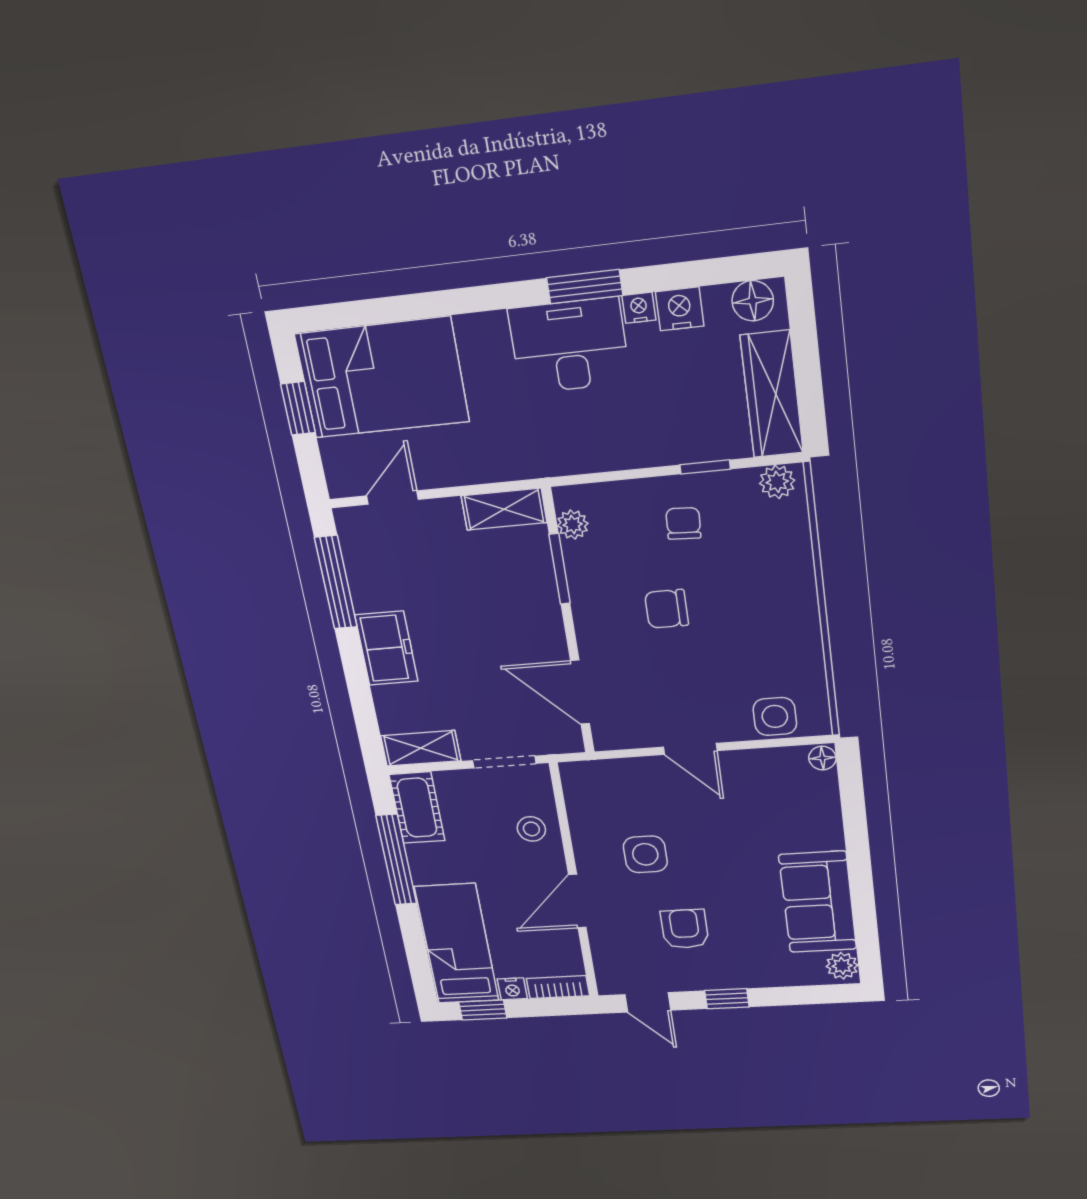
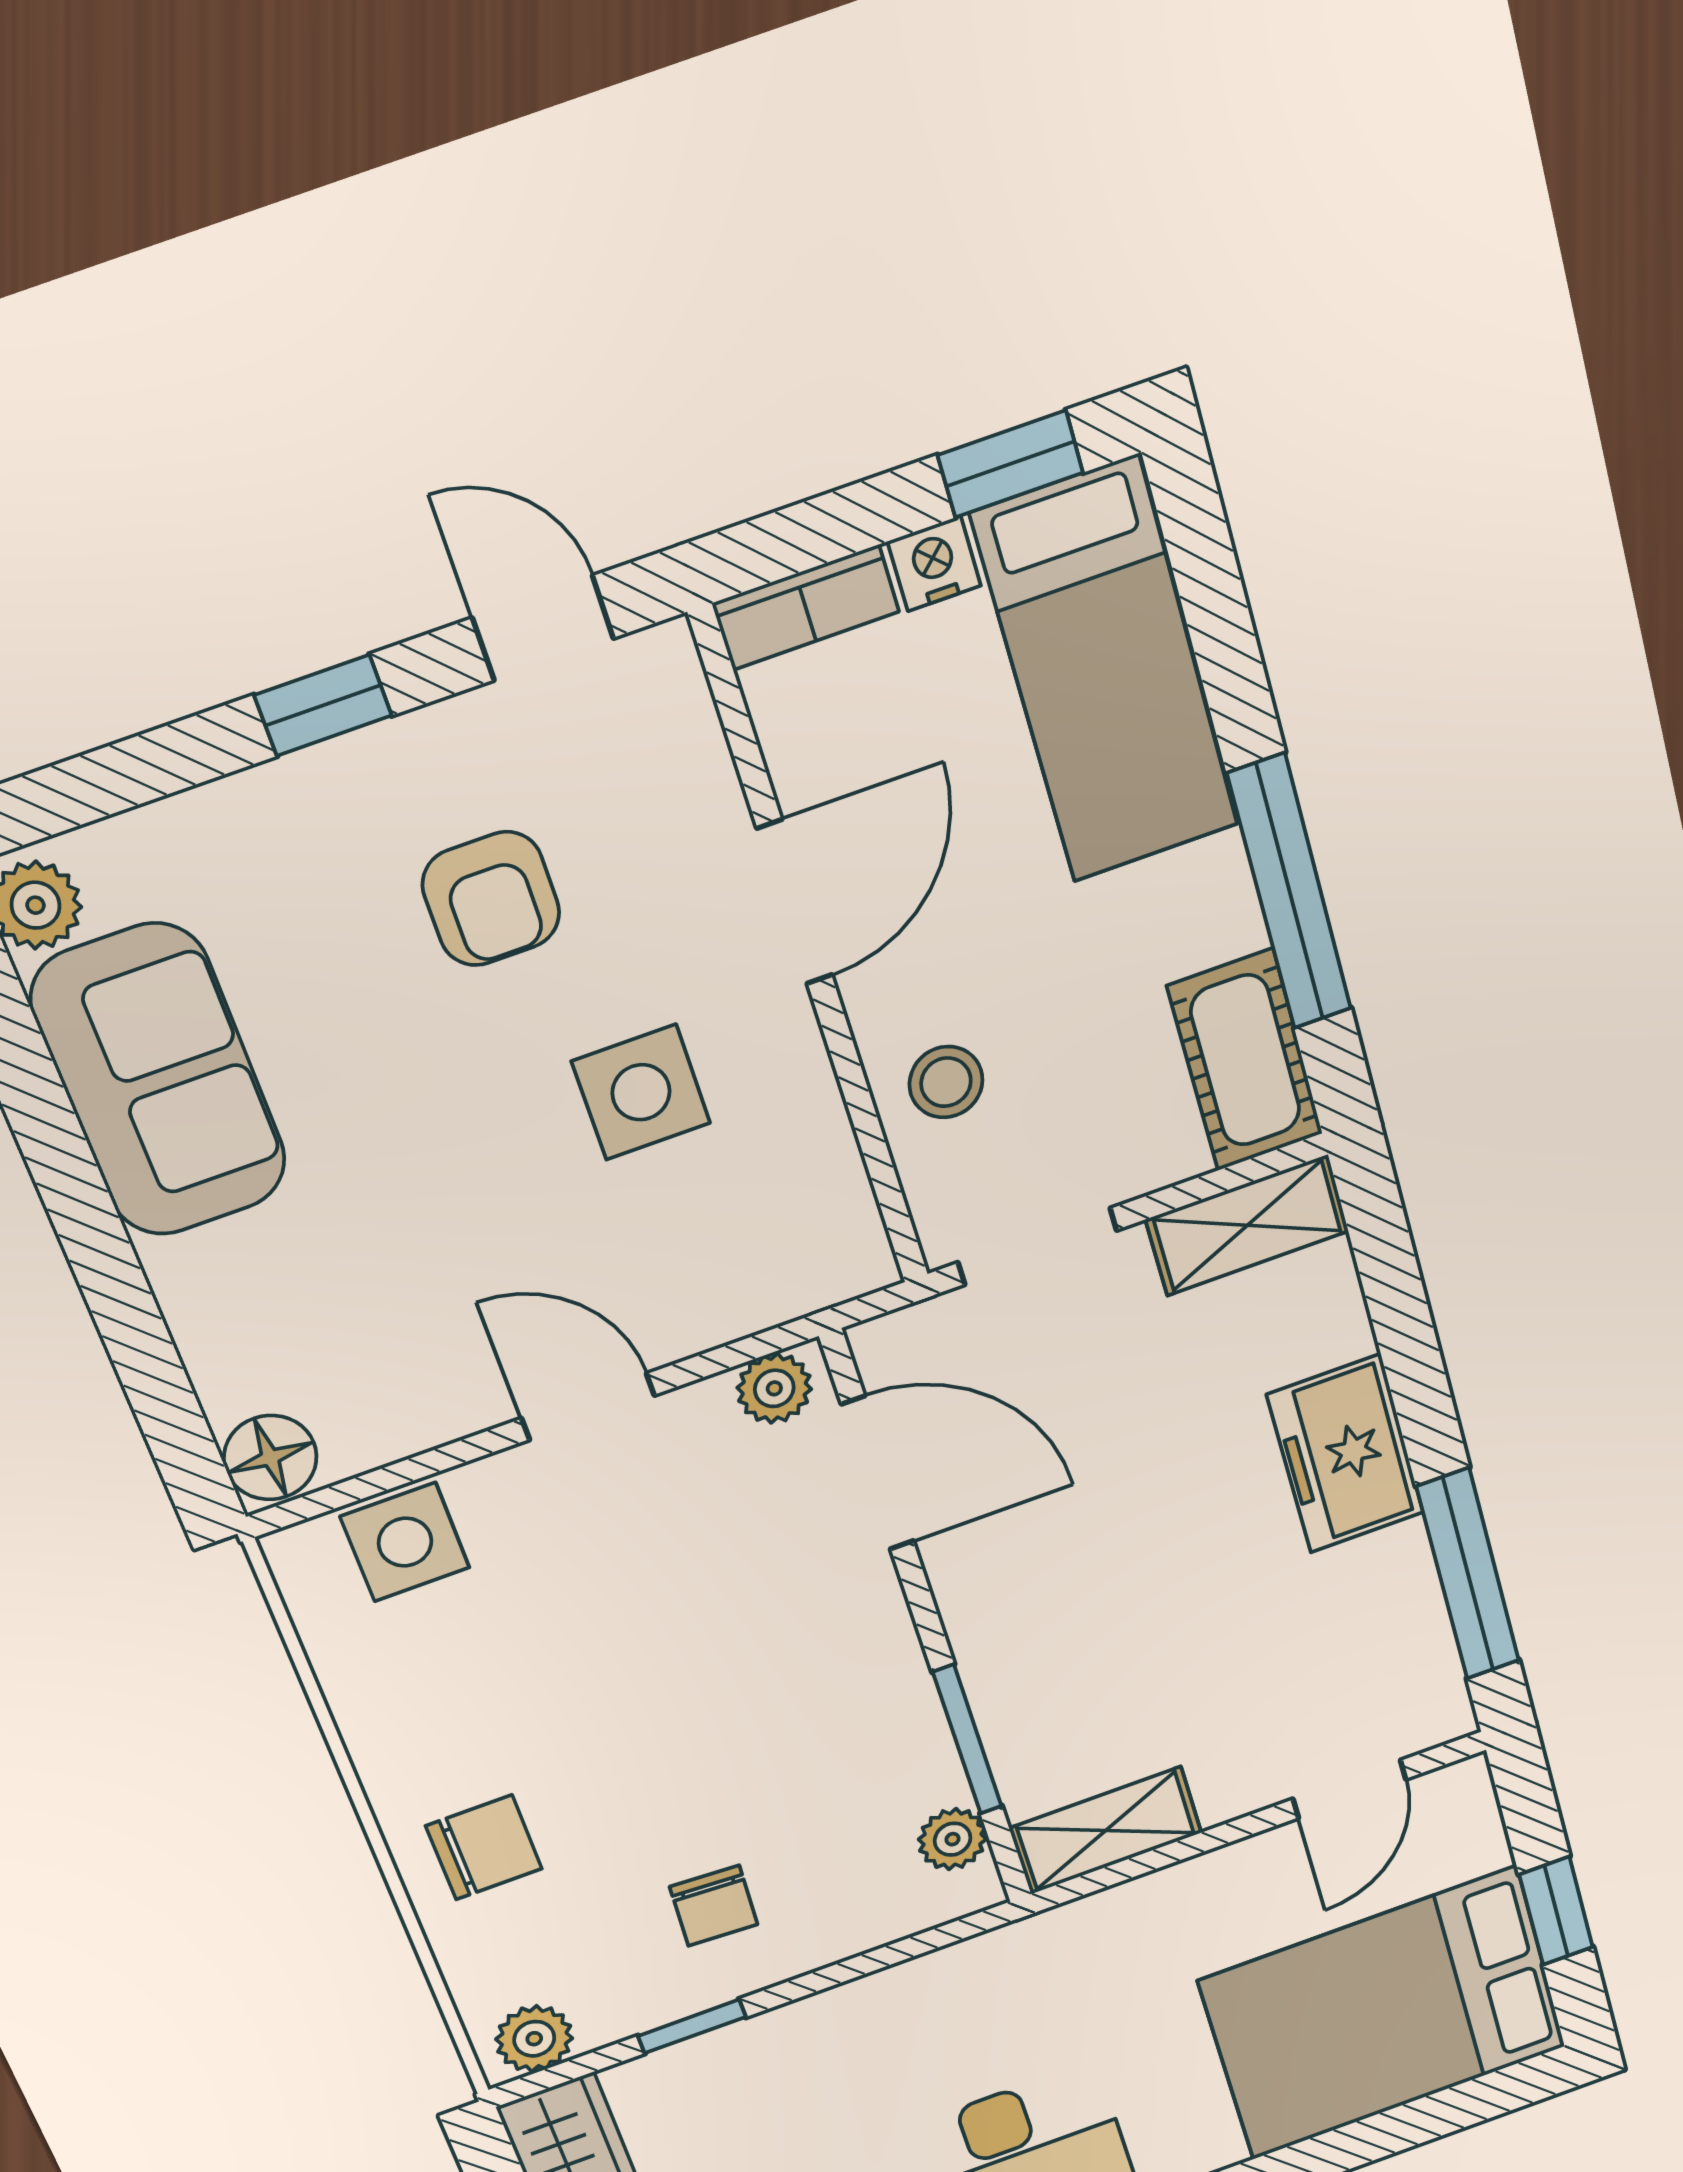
chair: (666, 609) -> (484, 1847), moved
plant: (616, 736) -> (774, 1388), added
floor lamp: (822, 758) -> (270, 1458), width x1.37, depth x1.37

